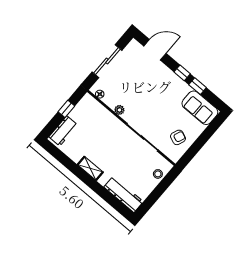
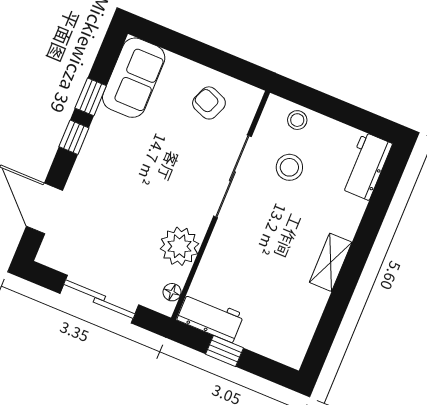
plant: (119, 110) -> (179, 246), width x1.88, depth x1.88
workbench: (63, 131) -> (210, 317), moved
stool: (138, 164) -> (289, 167), added
workbench: (124, 194) -> (366, 166), width x0.73

